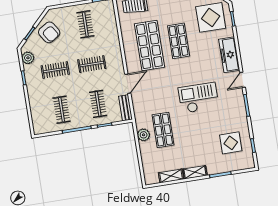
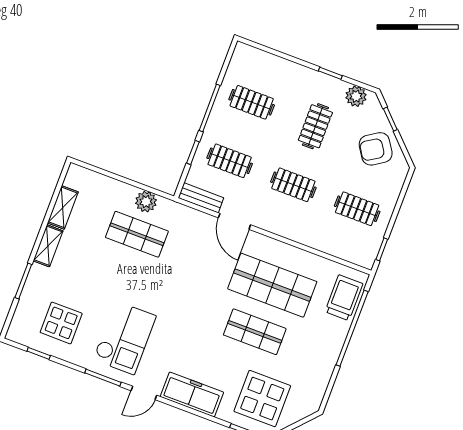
clothes rail: (92, 64) -> (293, 185), turned 90
door: (242, 80) -> (144, 393), swing flipped
checkout: (199, 98) -> (125, 338), moved

